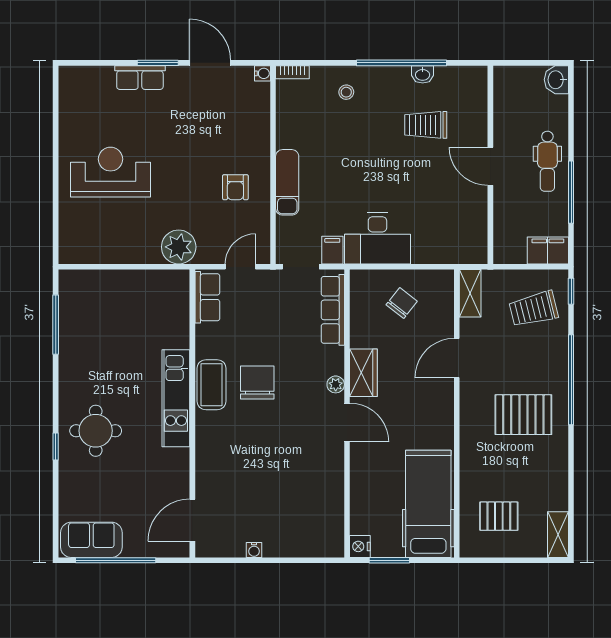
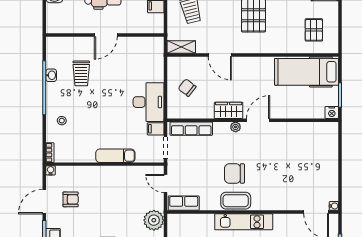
armchair: (235, 187) -> (71, 199), moved
water cooler: (254, 550) -> (334, 206), moved

